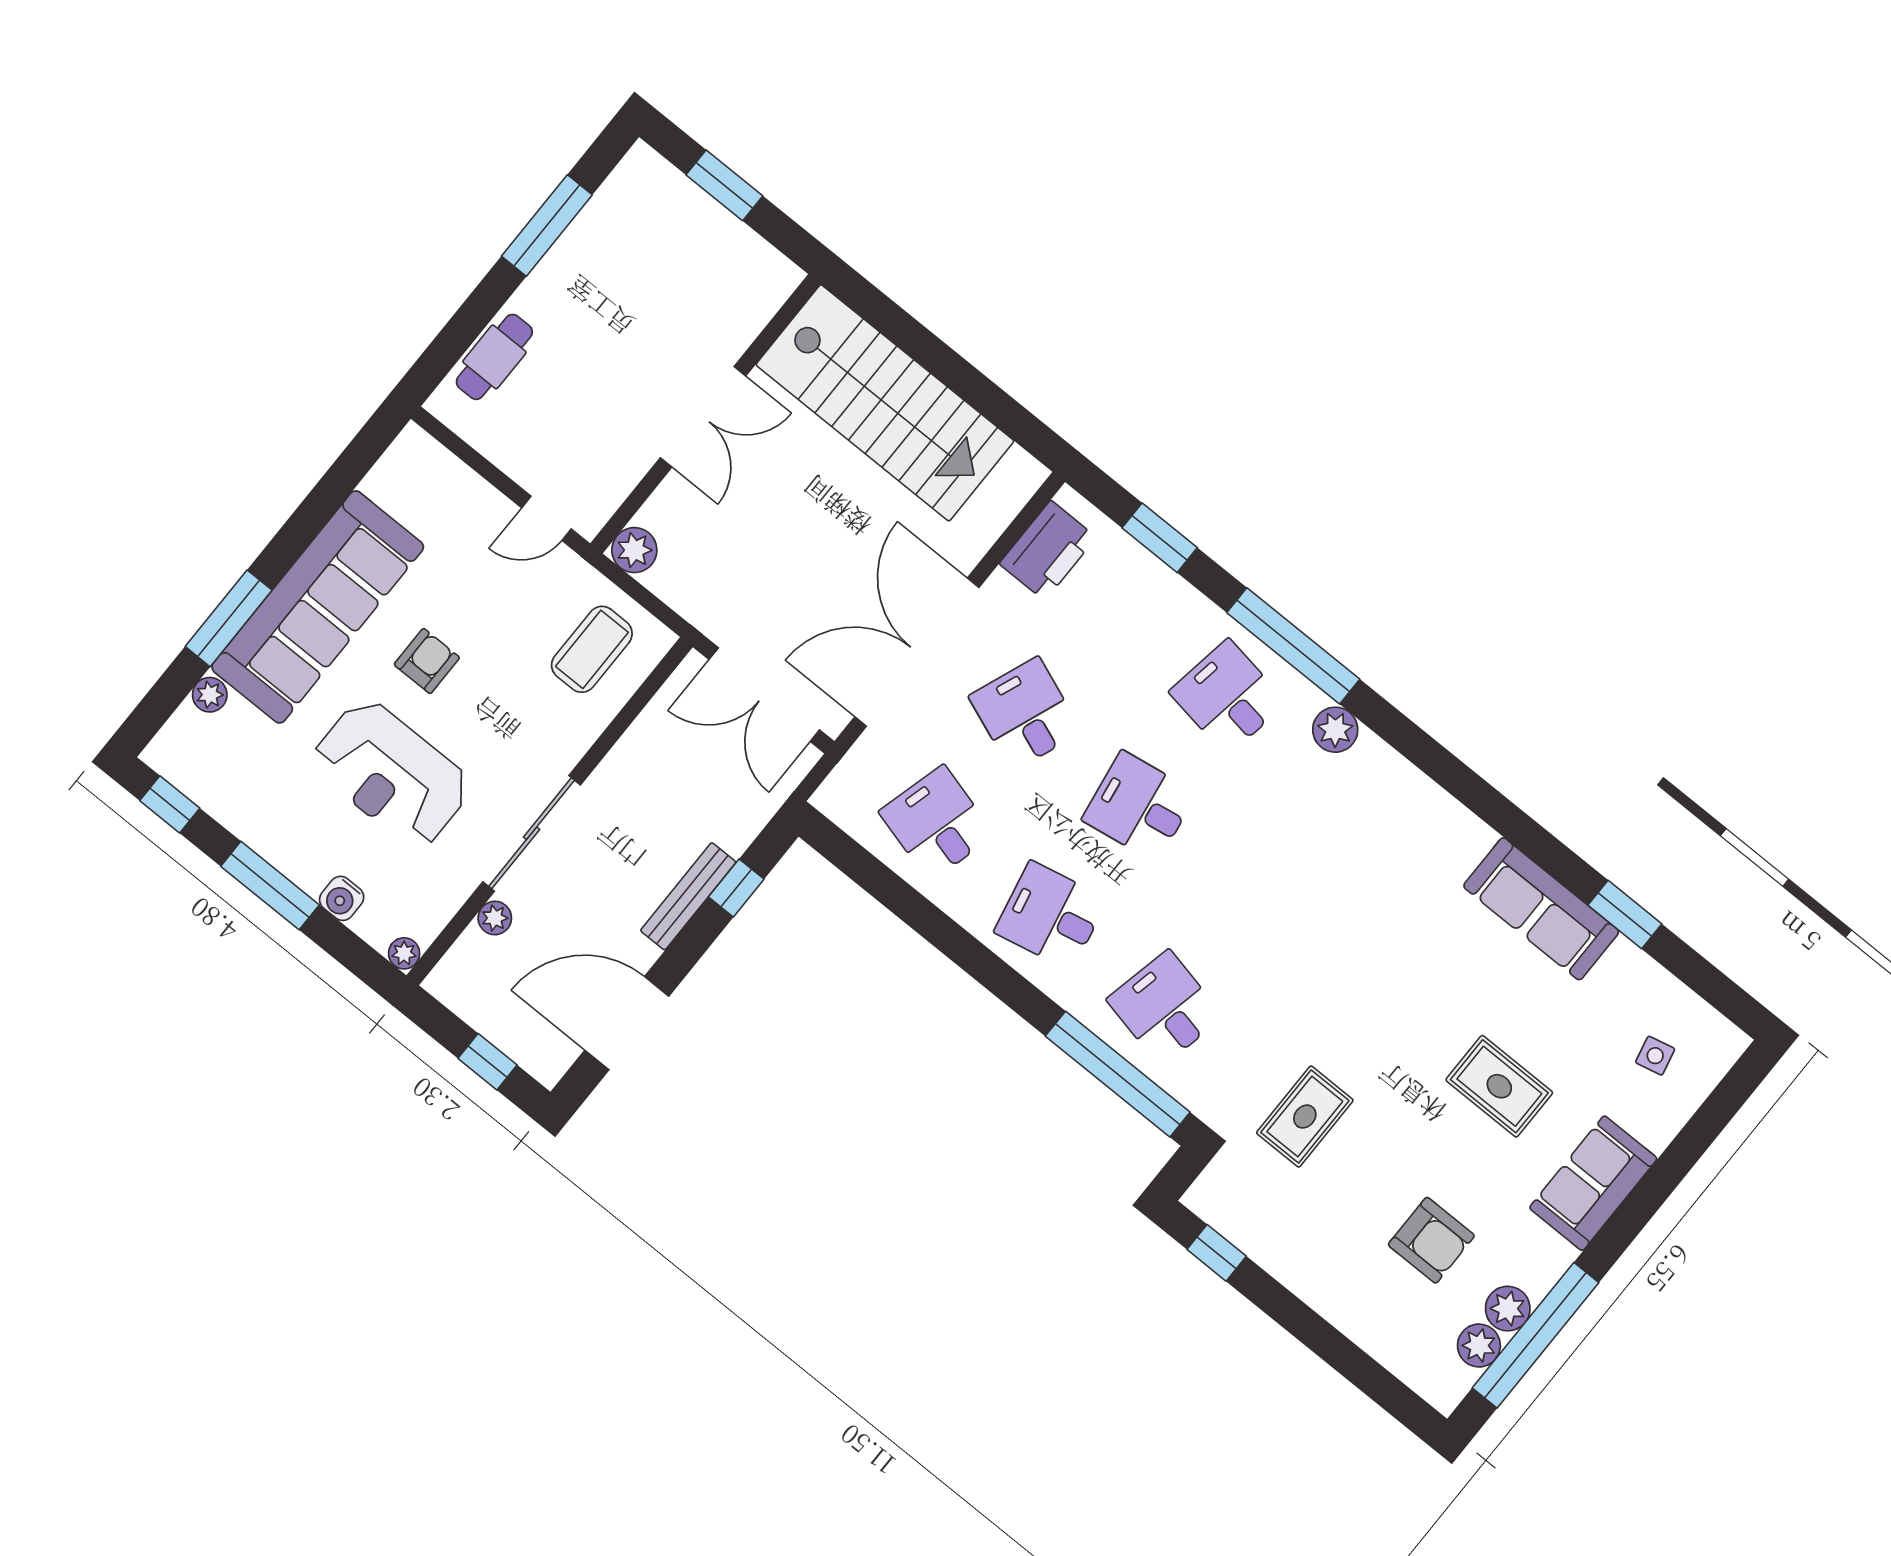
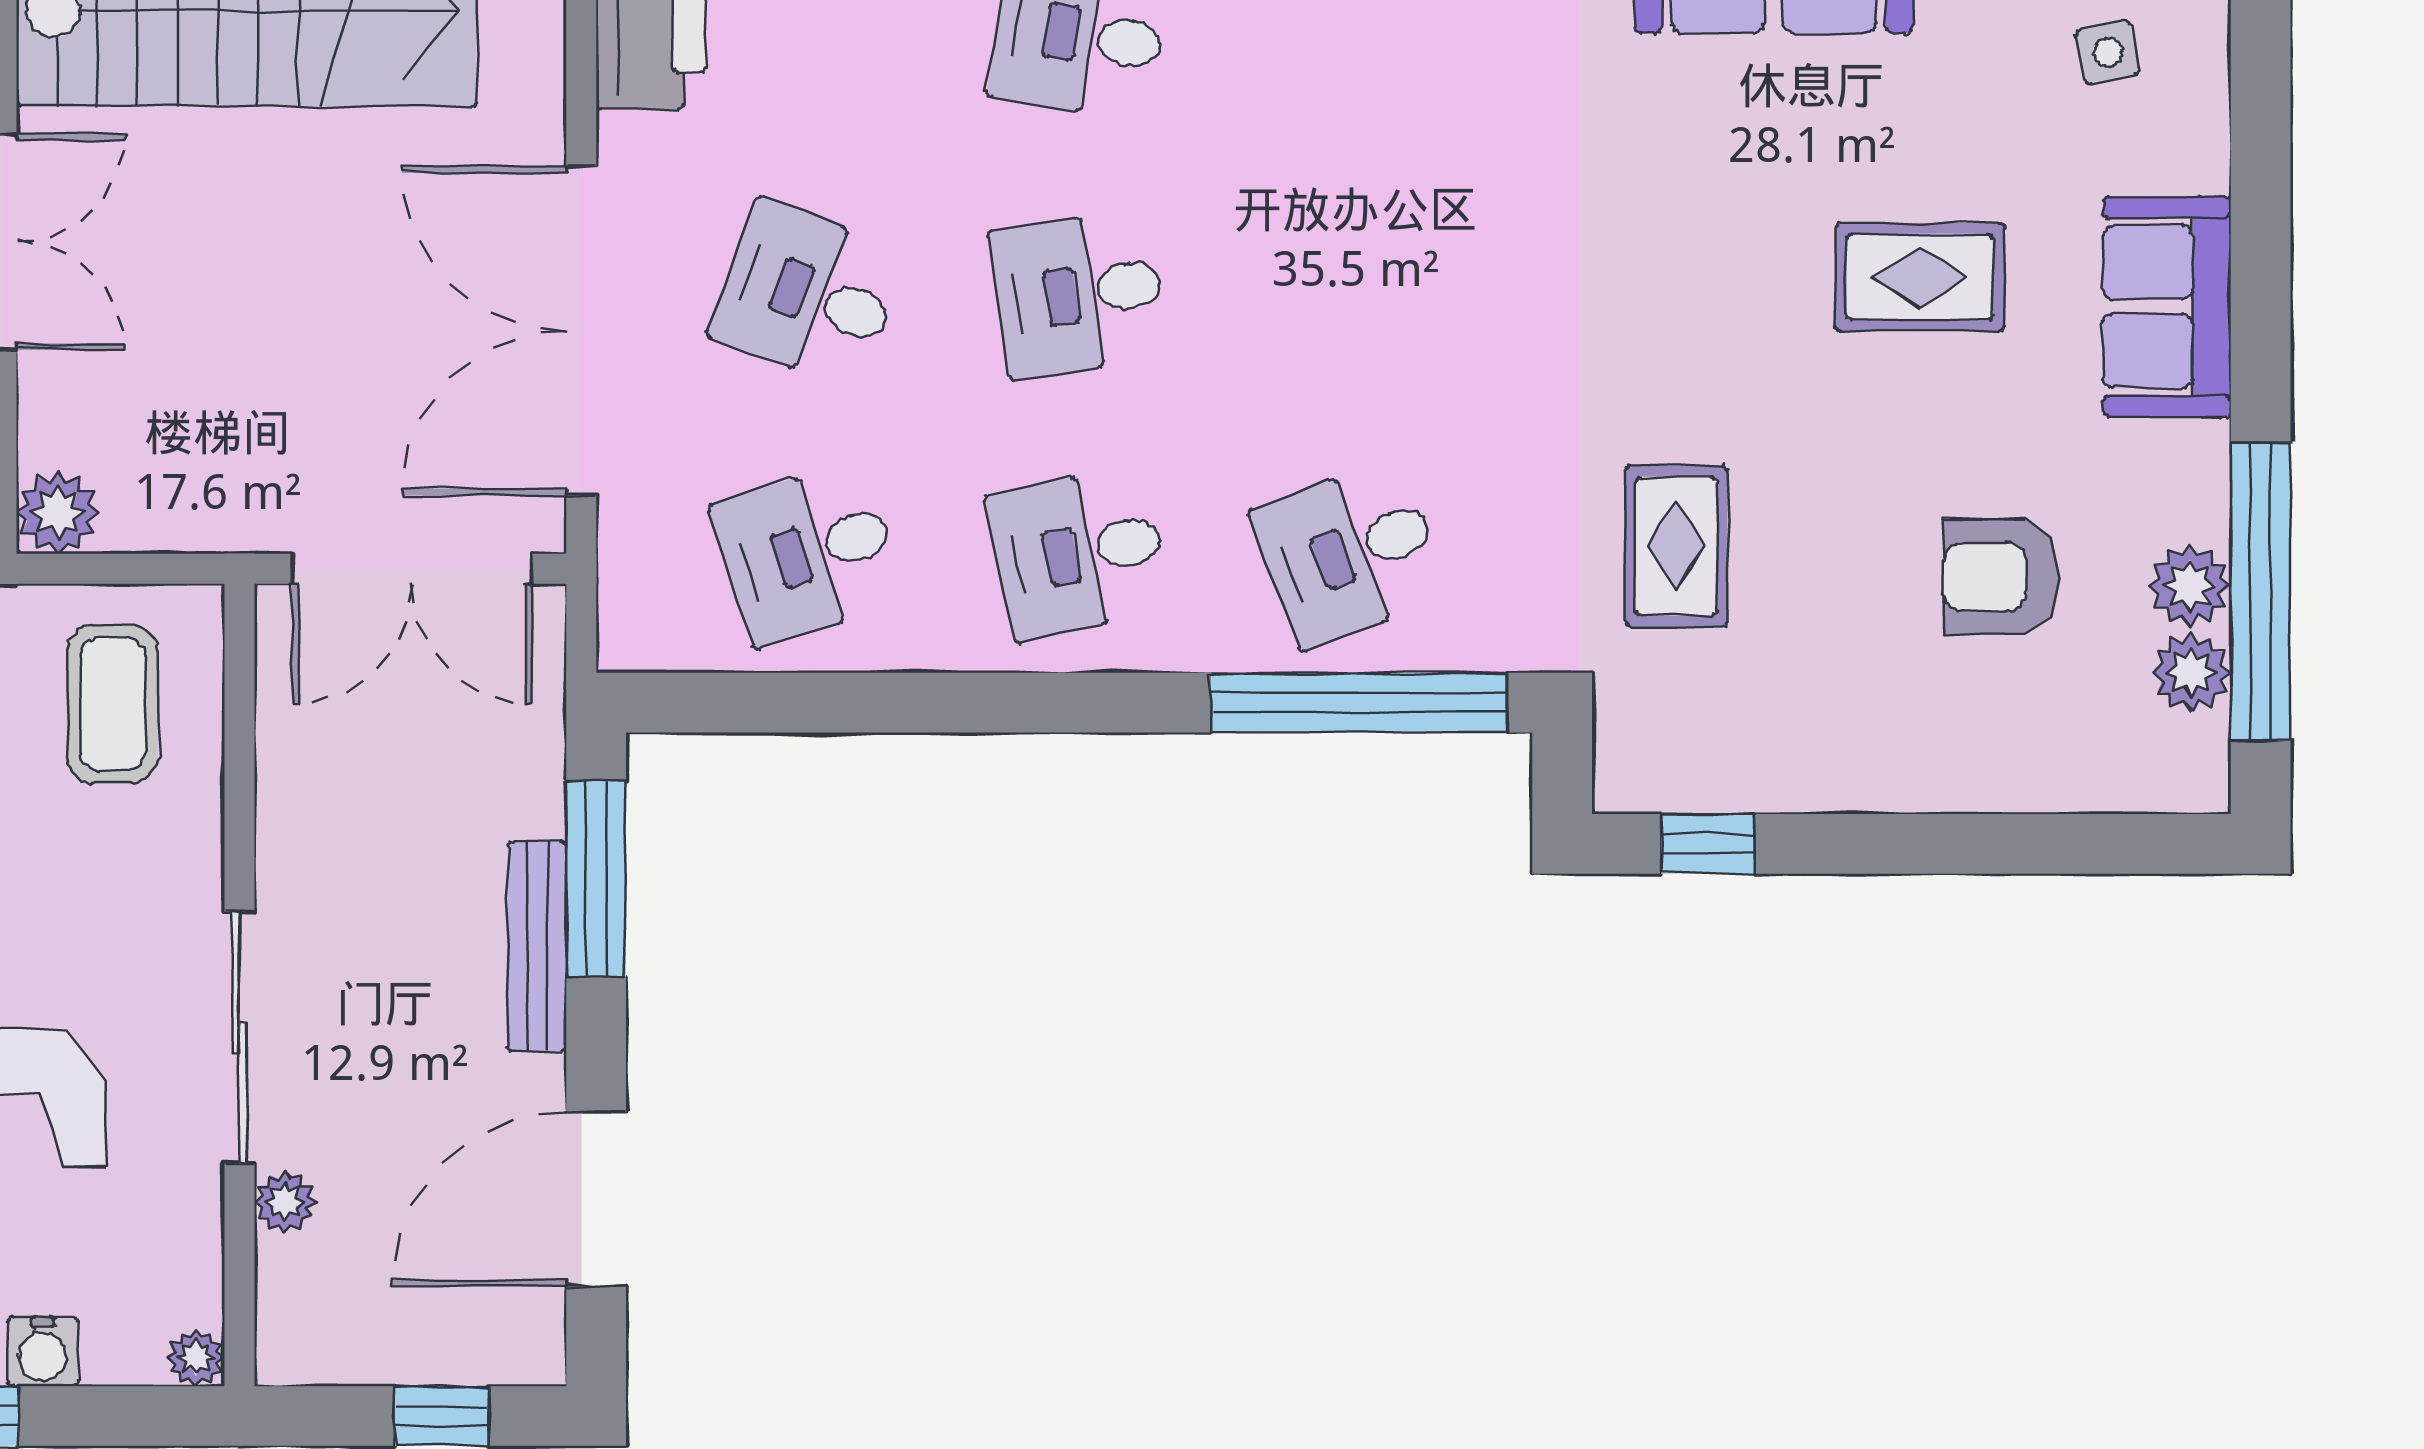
desk: (937, 823) -> (808, 553), turned -33
window: (736, 888) -> (596, 879), width x2.17
desk: (1165, 1008) -> (1350, 553), turned -33
armchair: (1431, 1240) -> (2001, 577), turned 180

